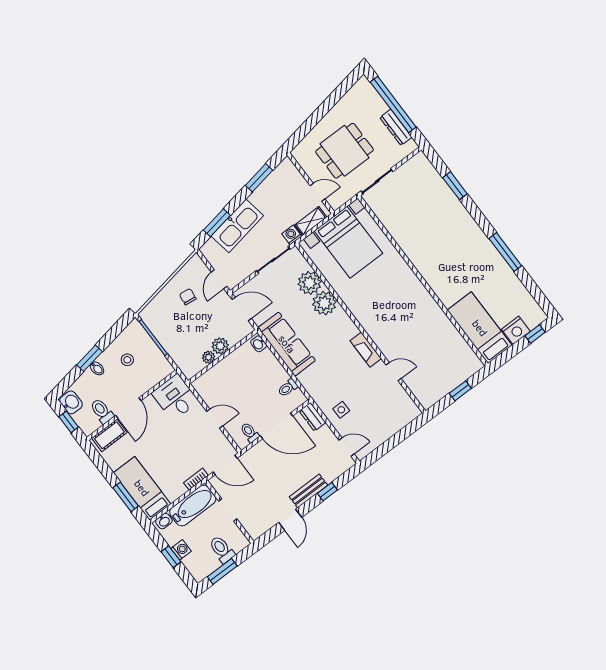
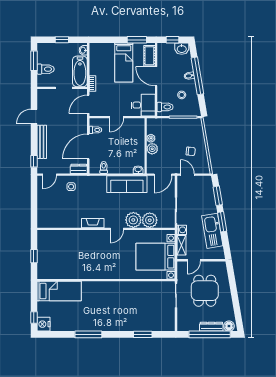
floor lamp: (365, 88) -> (229, 326), added
dresser: (396, 127) -> (211, 327), moved
window: (259, 178) -> (222, 222), moved
kitchen sink: (237, 226) -> (212, 231), moved
nightstand: (516, 330) -> (43, 324), moved
window: (90, 358) -> (197, 76), width x2.11
door: (394, 372) -> (117, 229), moved
toilet: (102, 411) -> (165, 107), moved
bed: (142, 488) -> (124, 63), moved, turned 90
bench: (309, 491) -> (42, 142), width x1.36
window: (327, 492) -> (34, 161), moved
window: (126, 497) -> (137, 40), moved
door: (290, 520) -> (34, 116), hinge flipped
washing machine: (181, 550) -> (61, 48), removed

